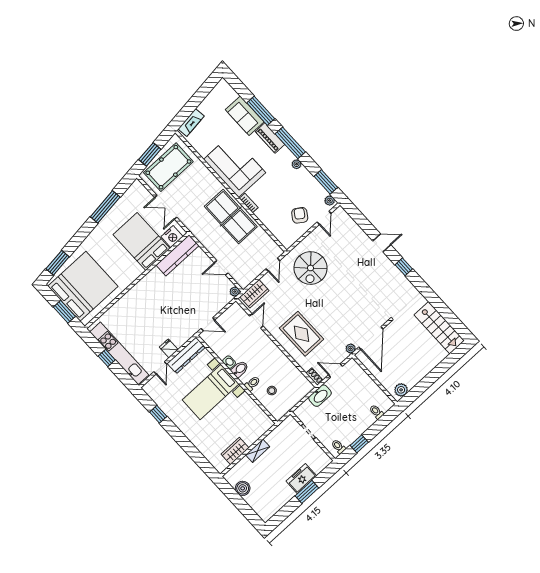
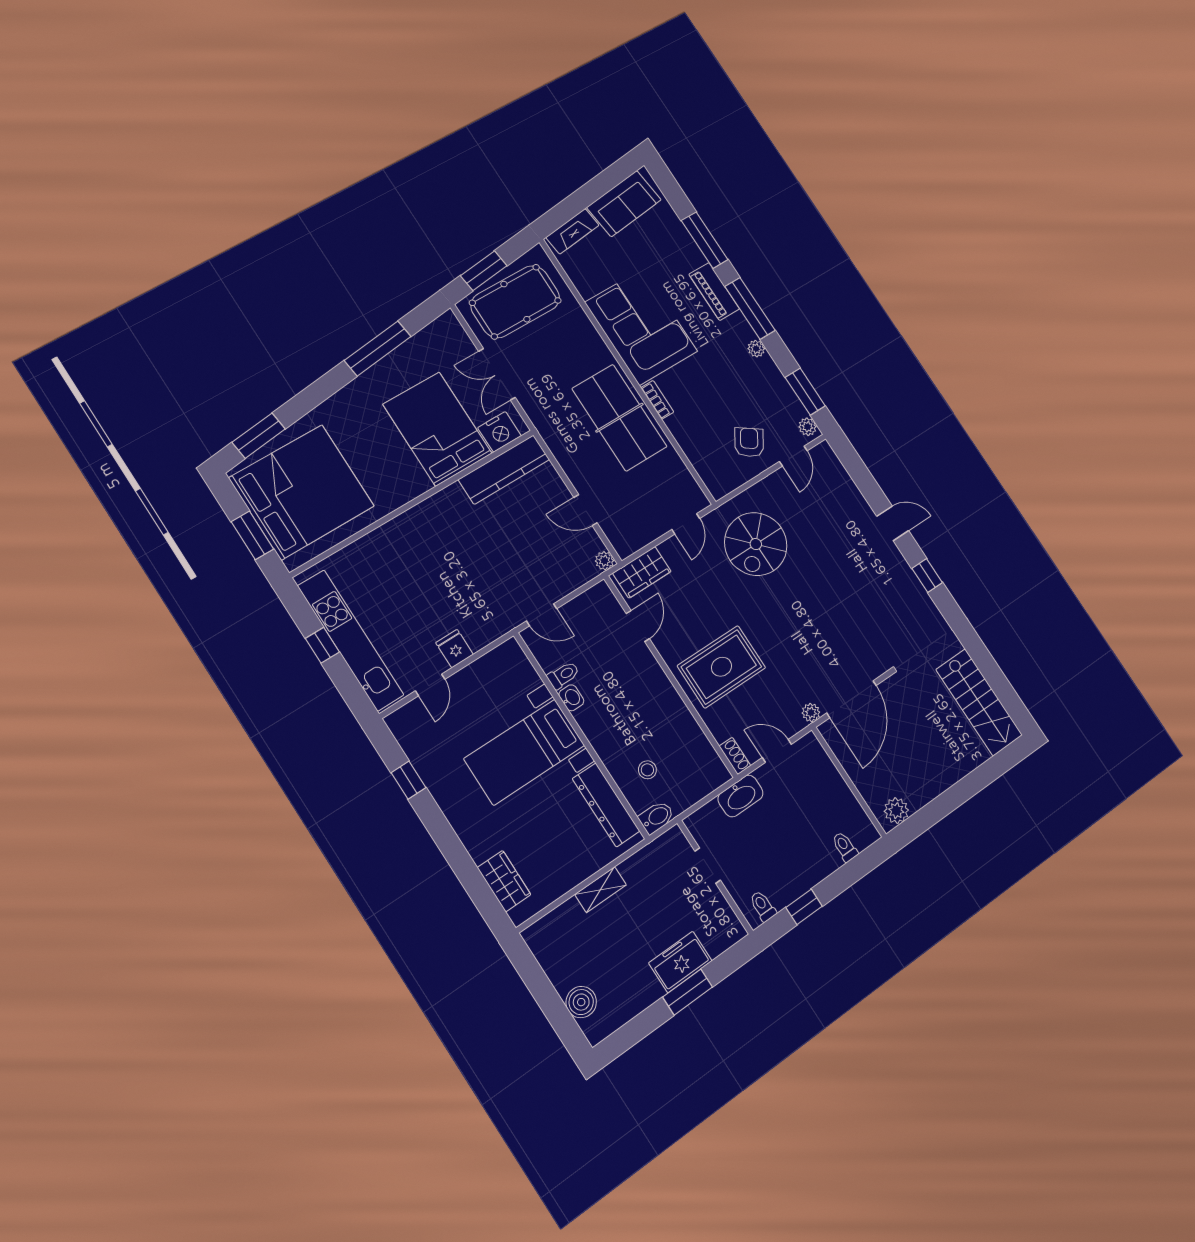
sofa: (245, 116) -> (624, 204), moved, turned -97
rug: (301, 334) -> (721, 667), turned 90
dresser: (186, 355) -> (606, 805), moved, turned 90
bidet: (240, 369) -> (656, 817), moved
toilet: (252, 383) -> (563, 675), moved
wardrobe: (235, 451) -> (504, 881), moved, turned 90
boiler: (243, 488) -> (581, 1002), moved

